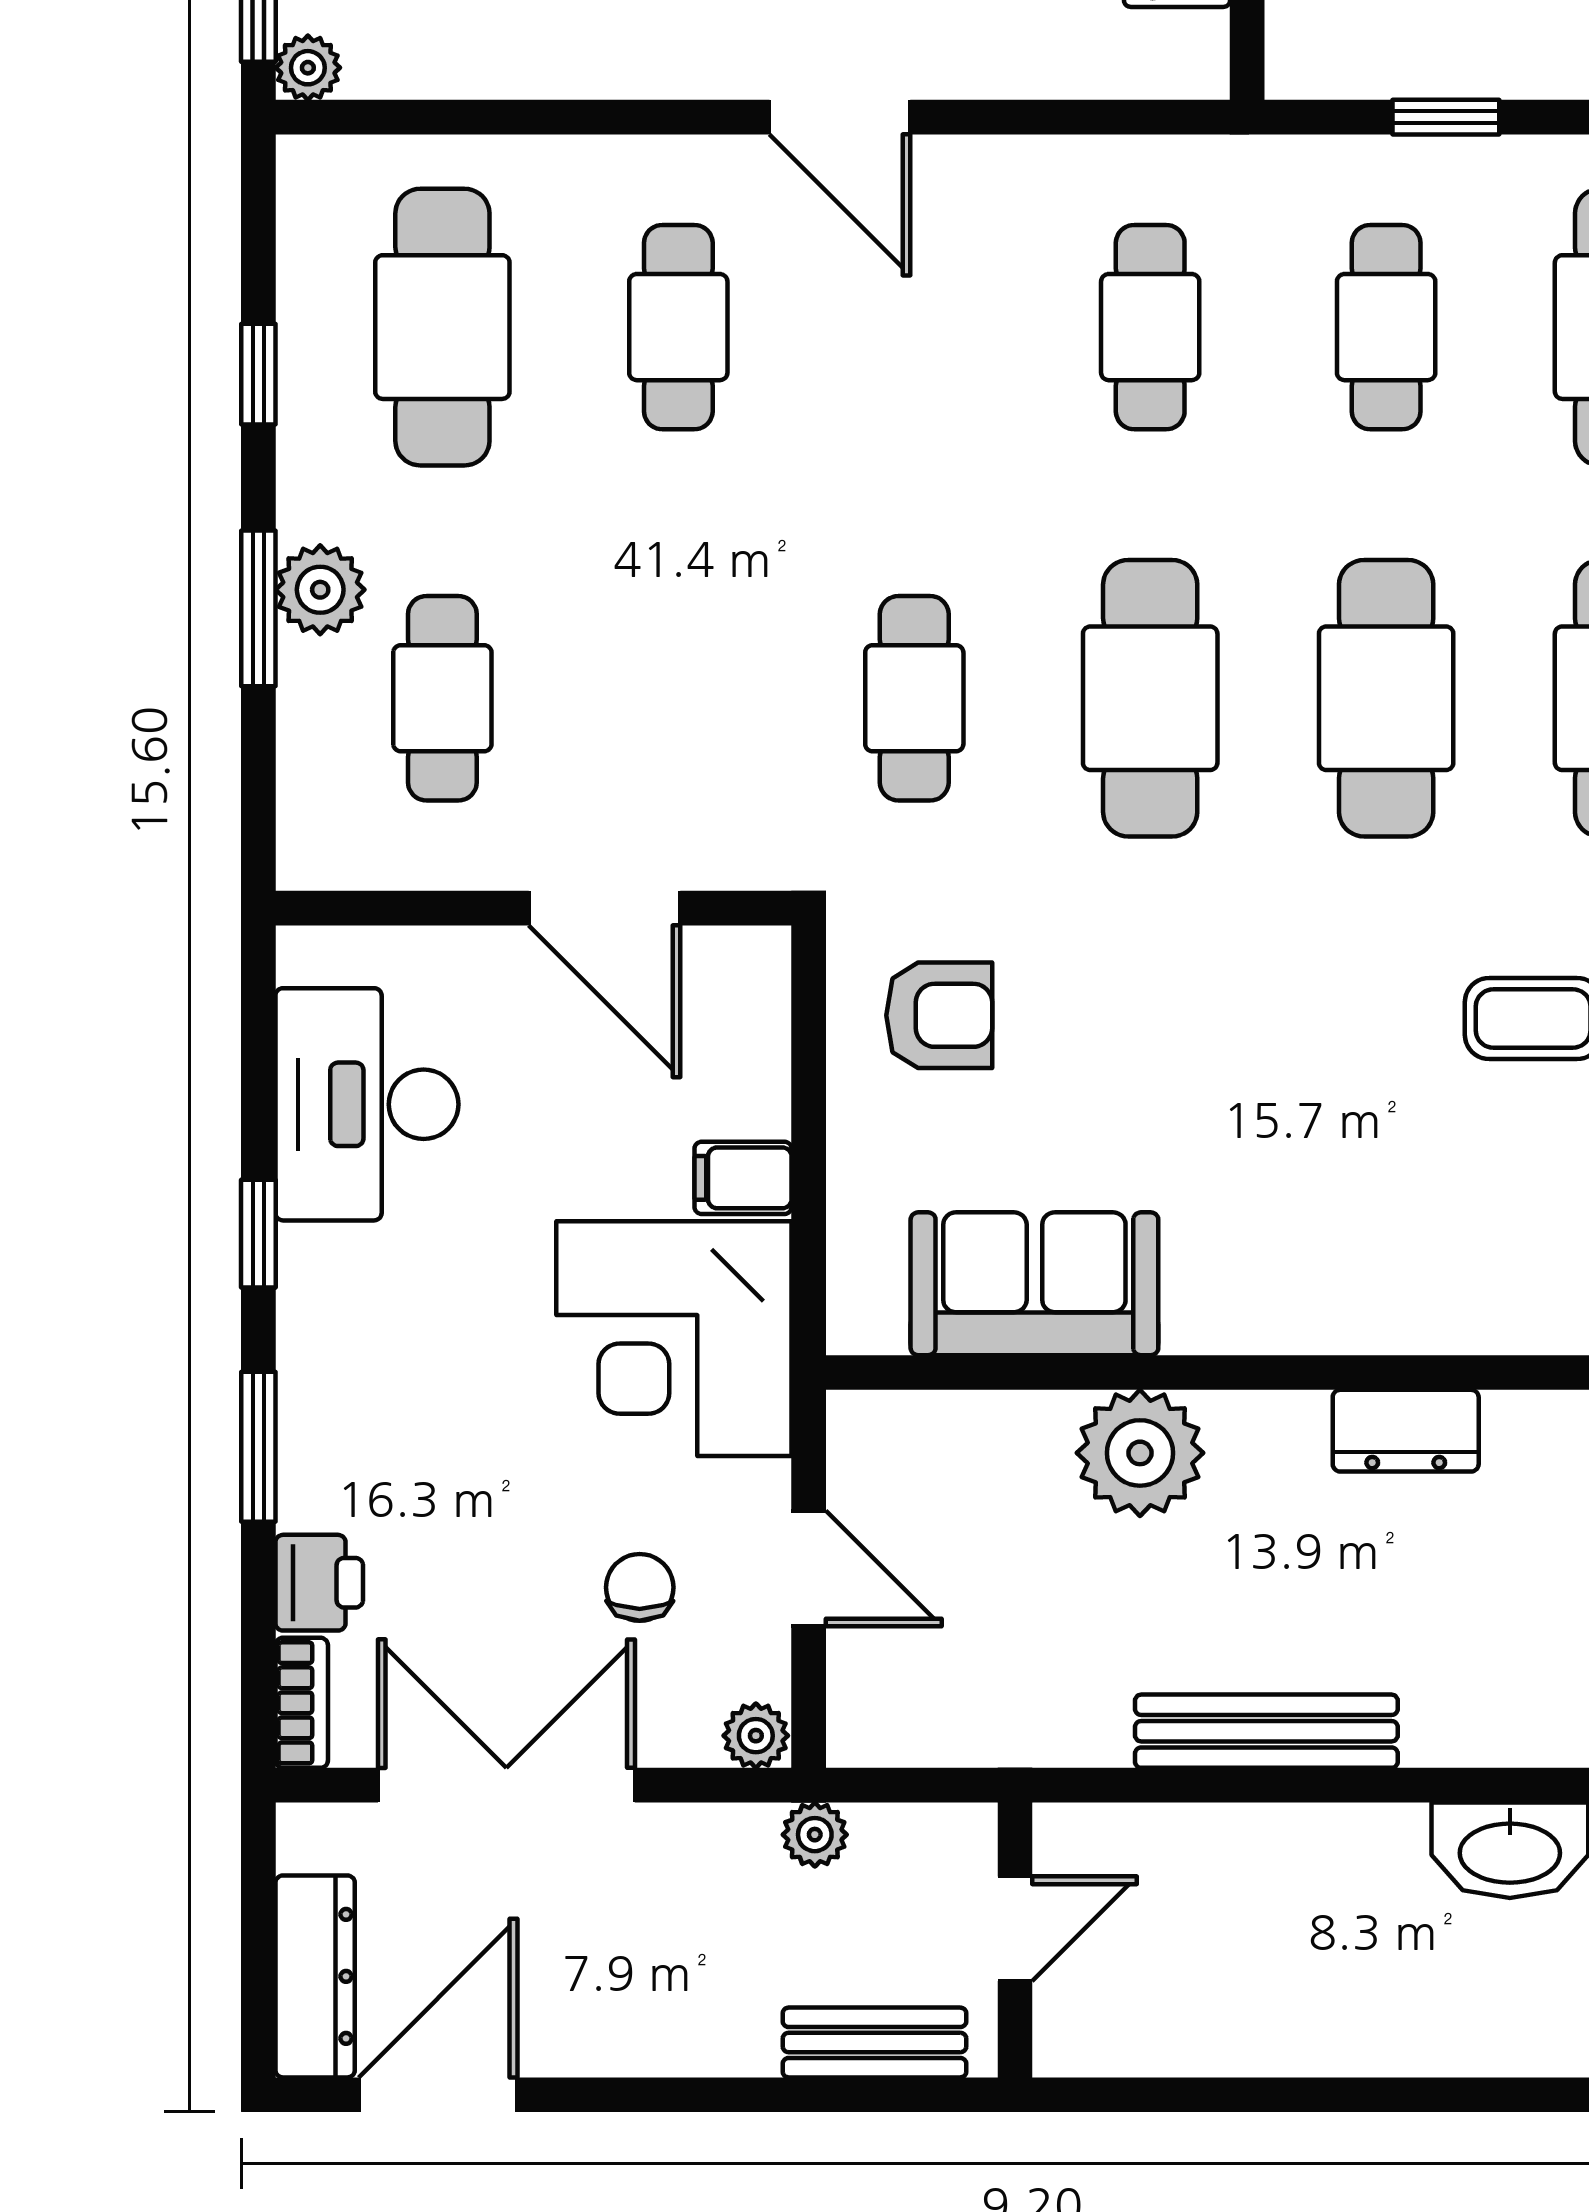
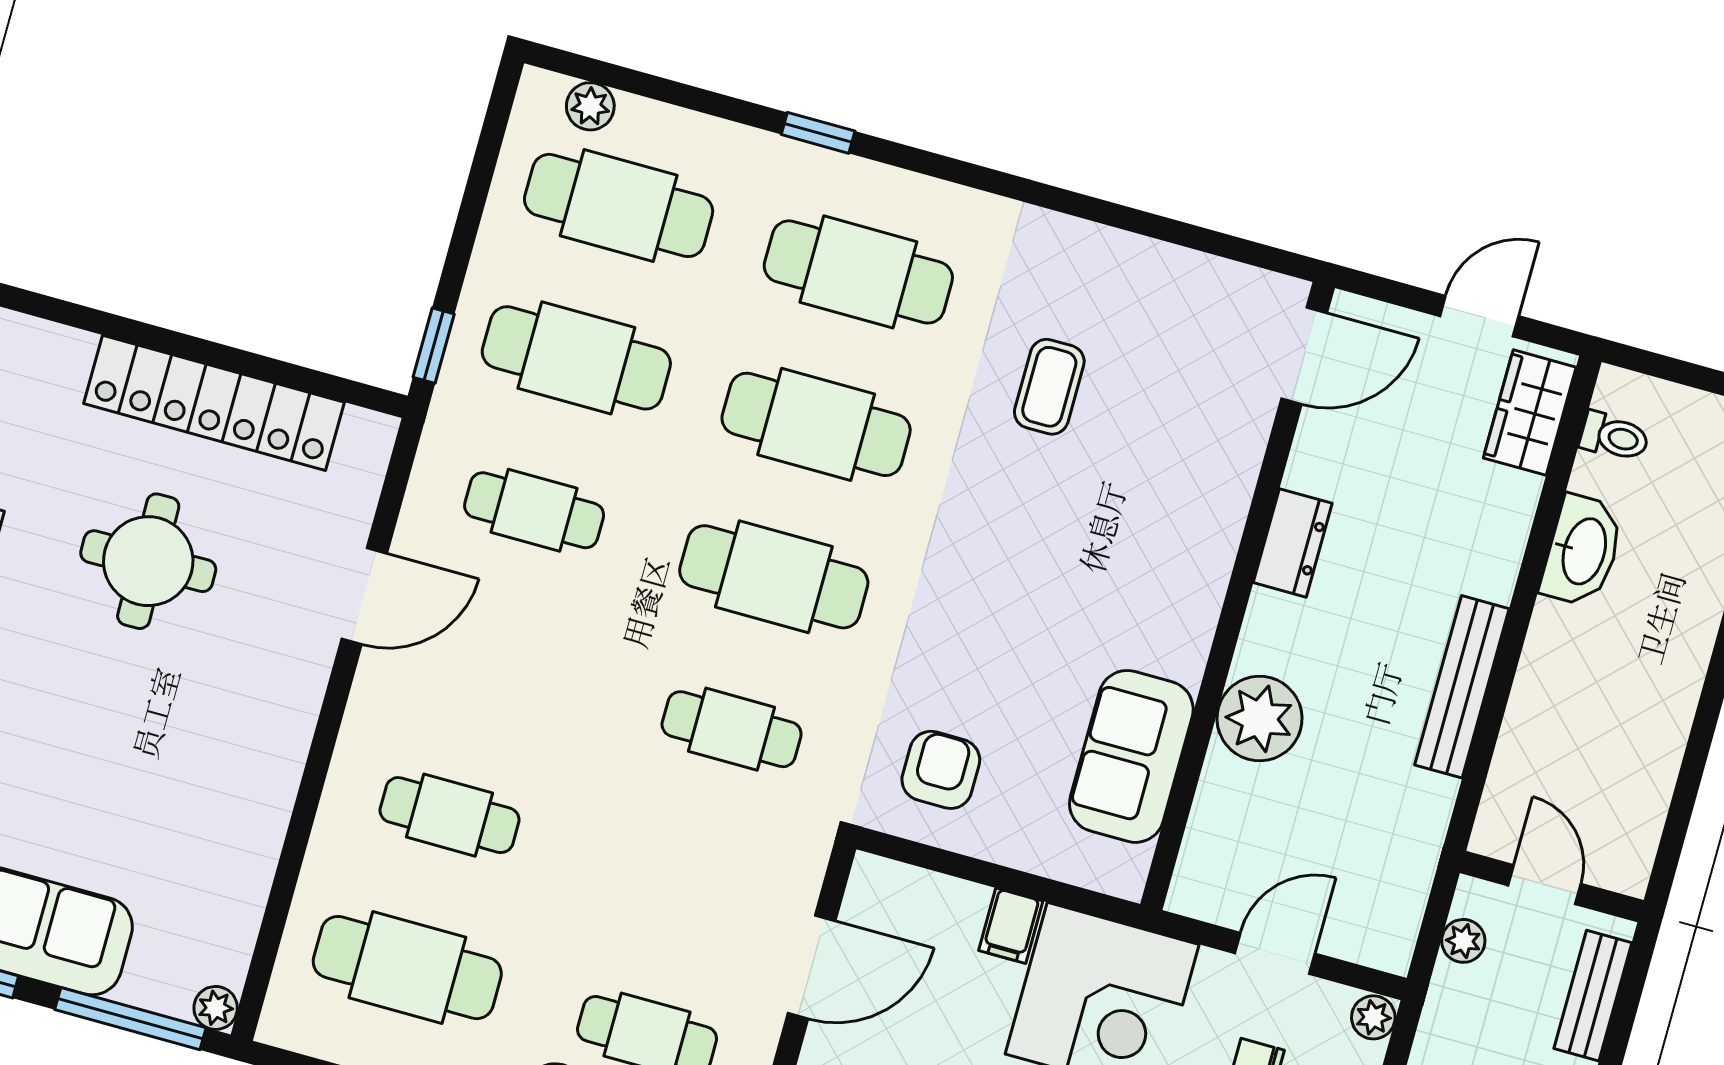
door: (840, 117) -> (364, 596), moved
window: (1446, 117) -> (434, 346), moved
cafe table: (1386, 327) -> (576, 358), width x1.37, depth x1.35
plant: (815, 1835) -> (1463, 941), moved

